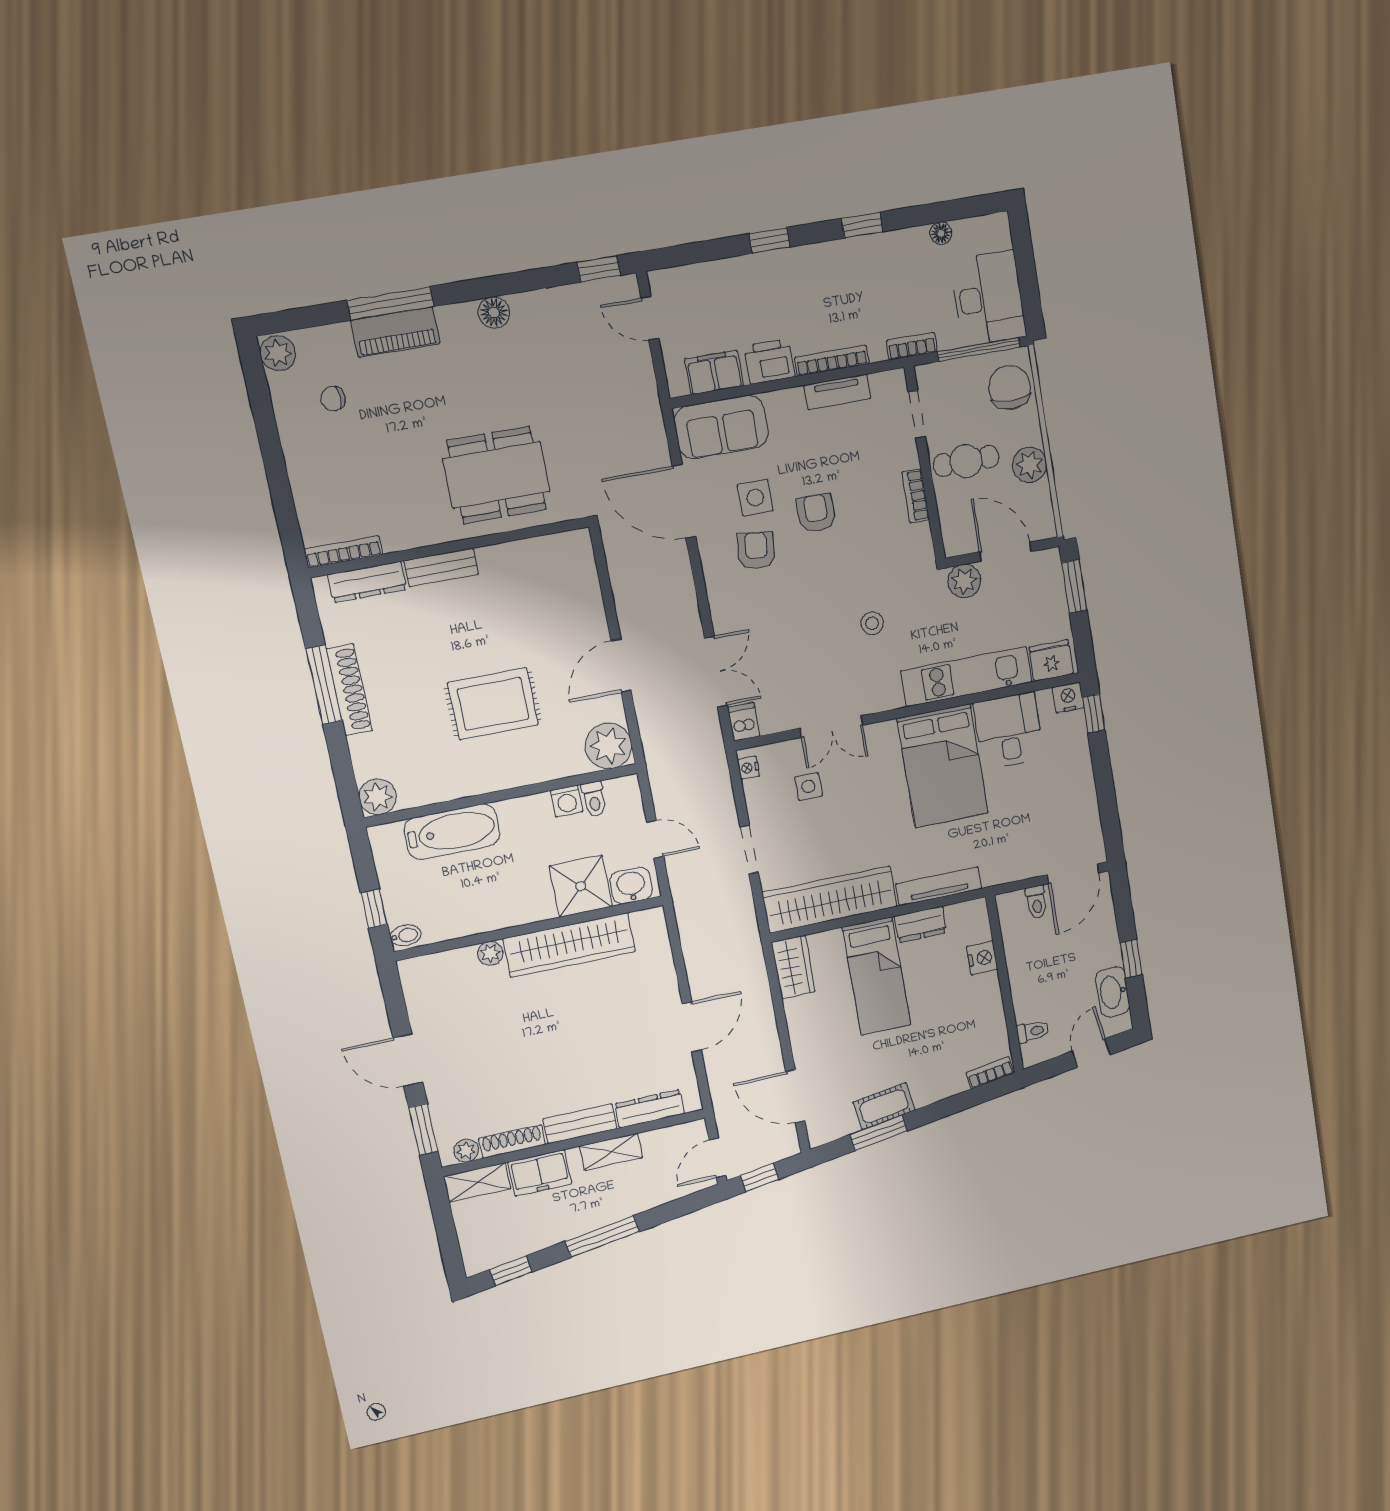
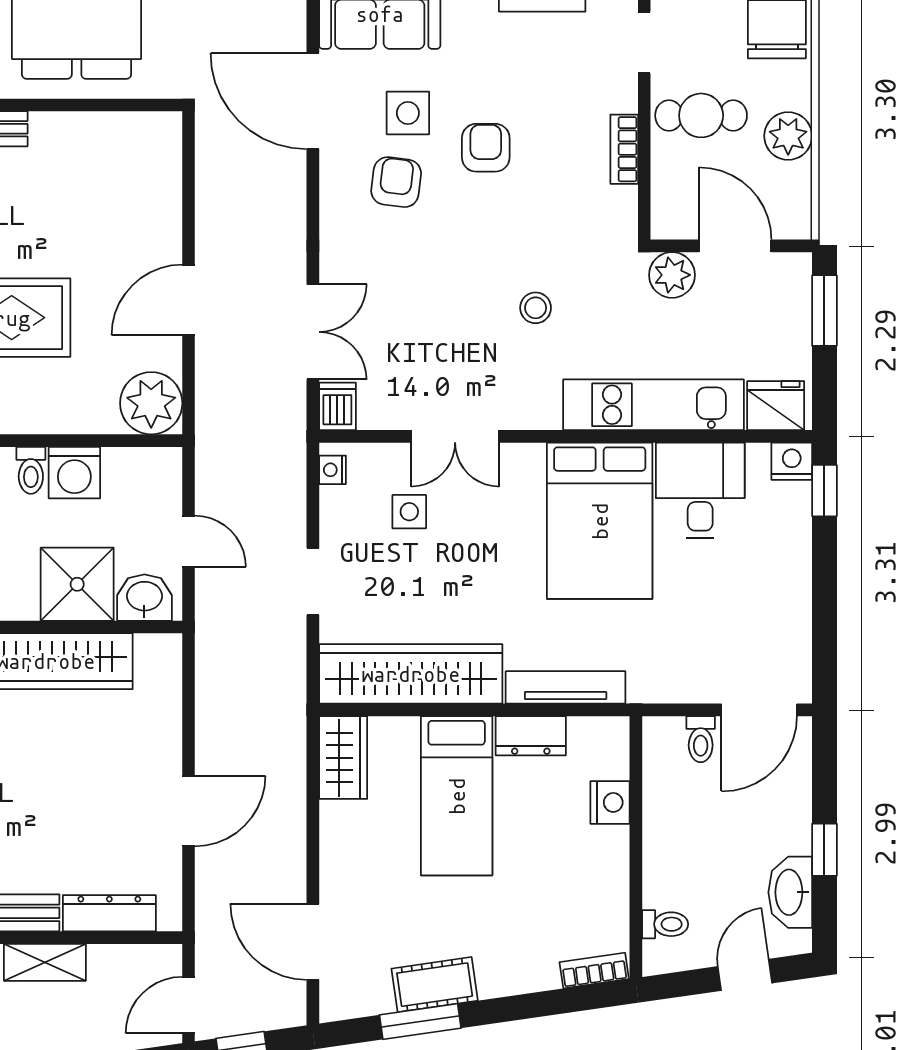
toilet: (594, 799) -> (31, 470), moved
washing machine: (567, 801) -> (74, 473), width x1.38, depth x1.38

